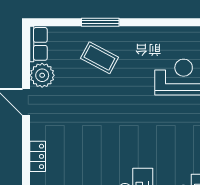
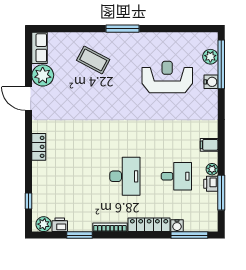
window: (100, 22) -> (123, 29), moved

